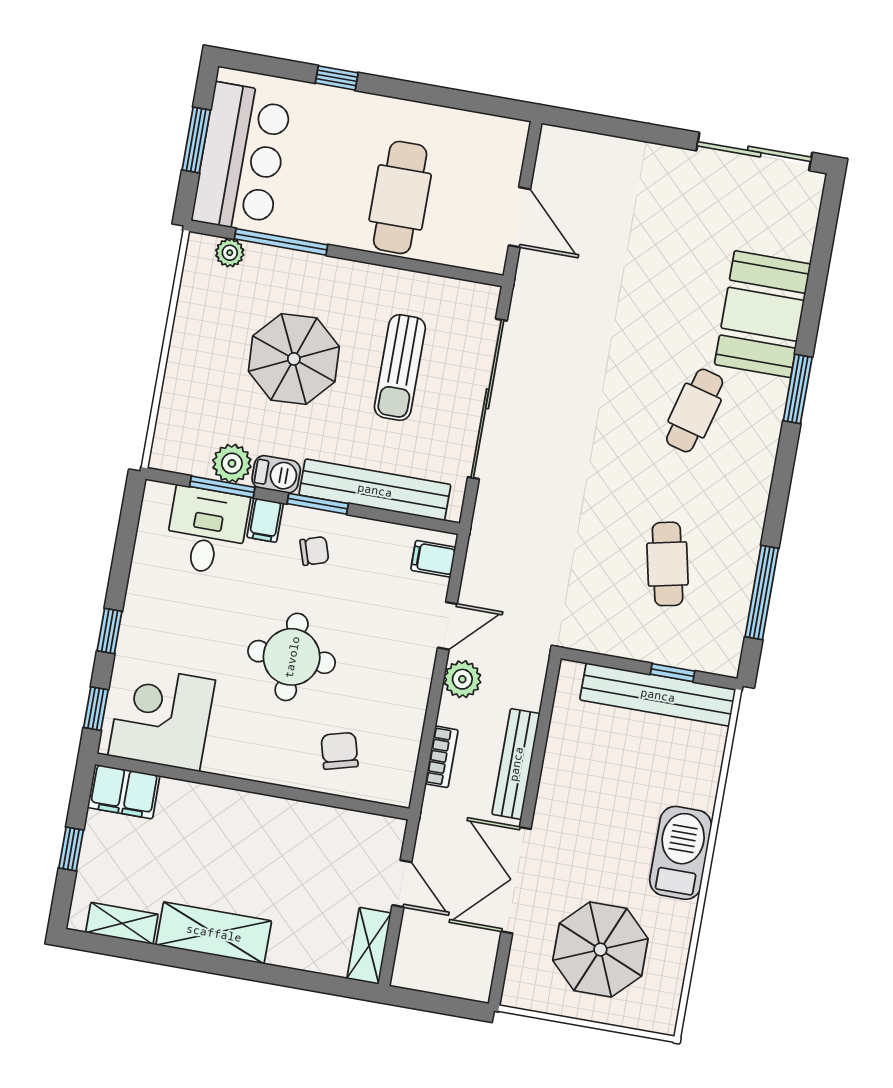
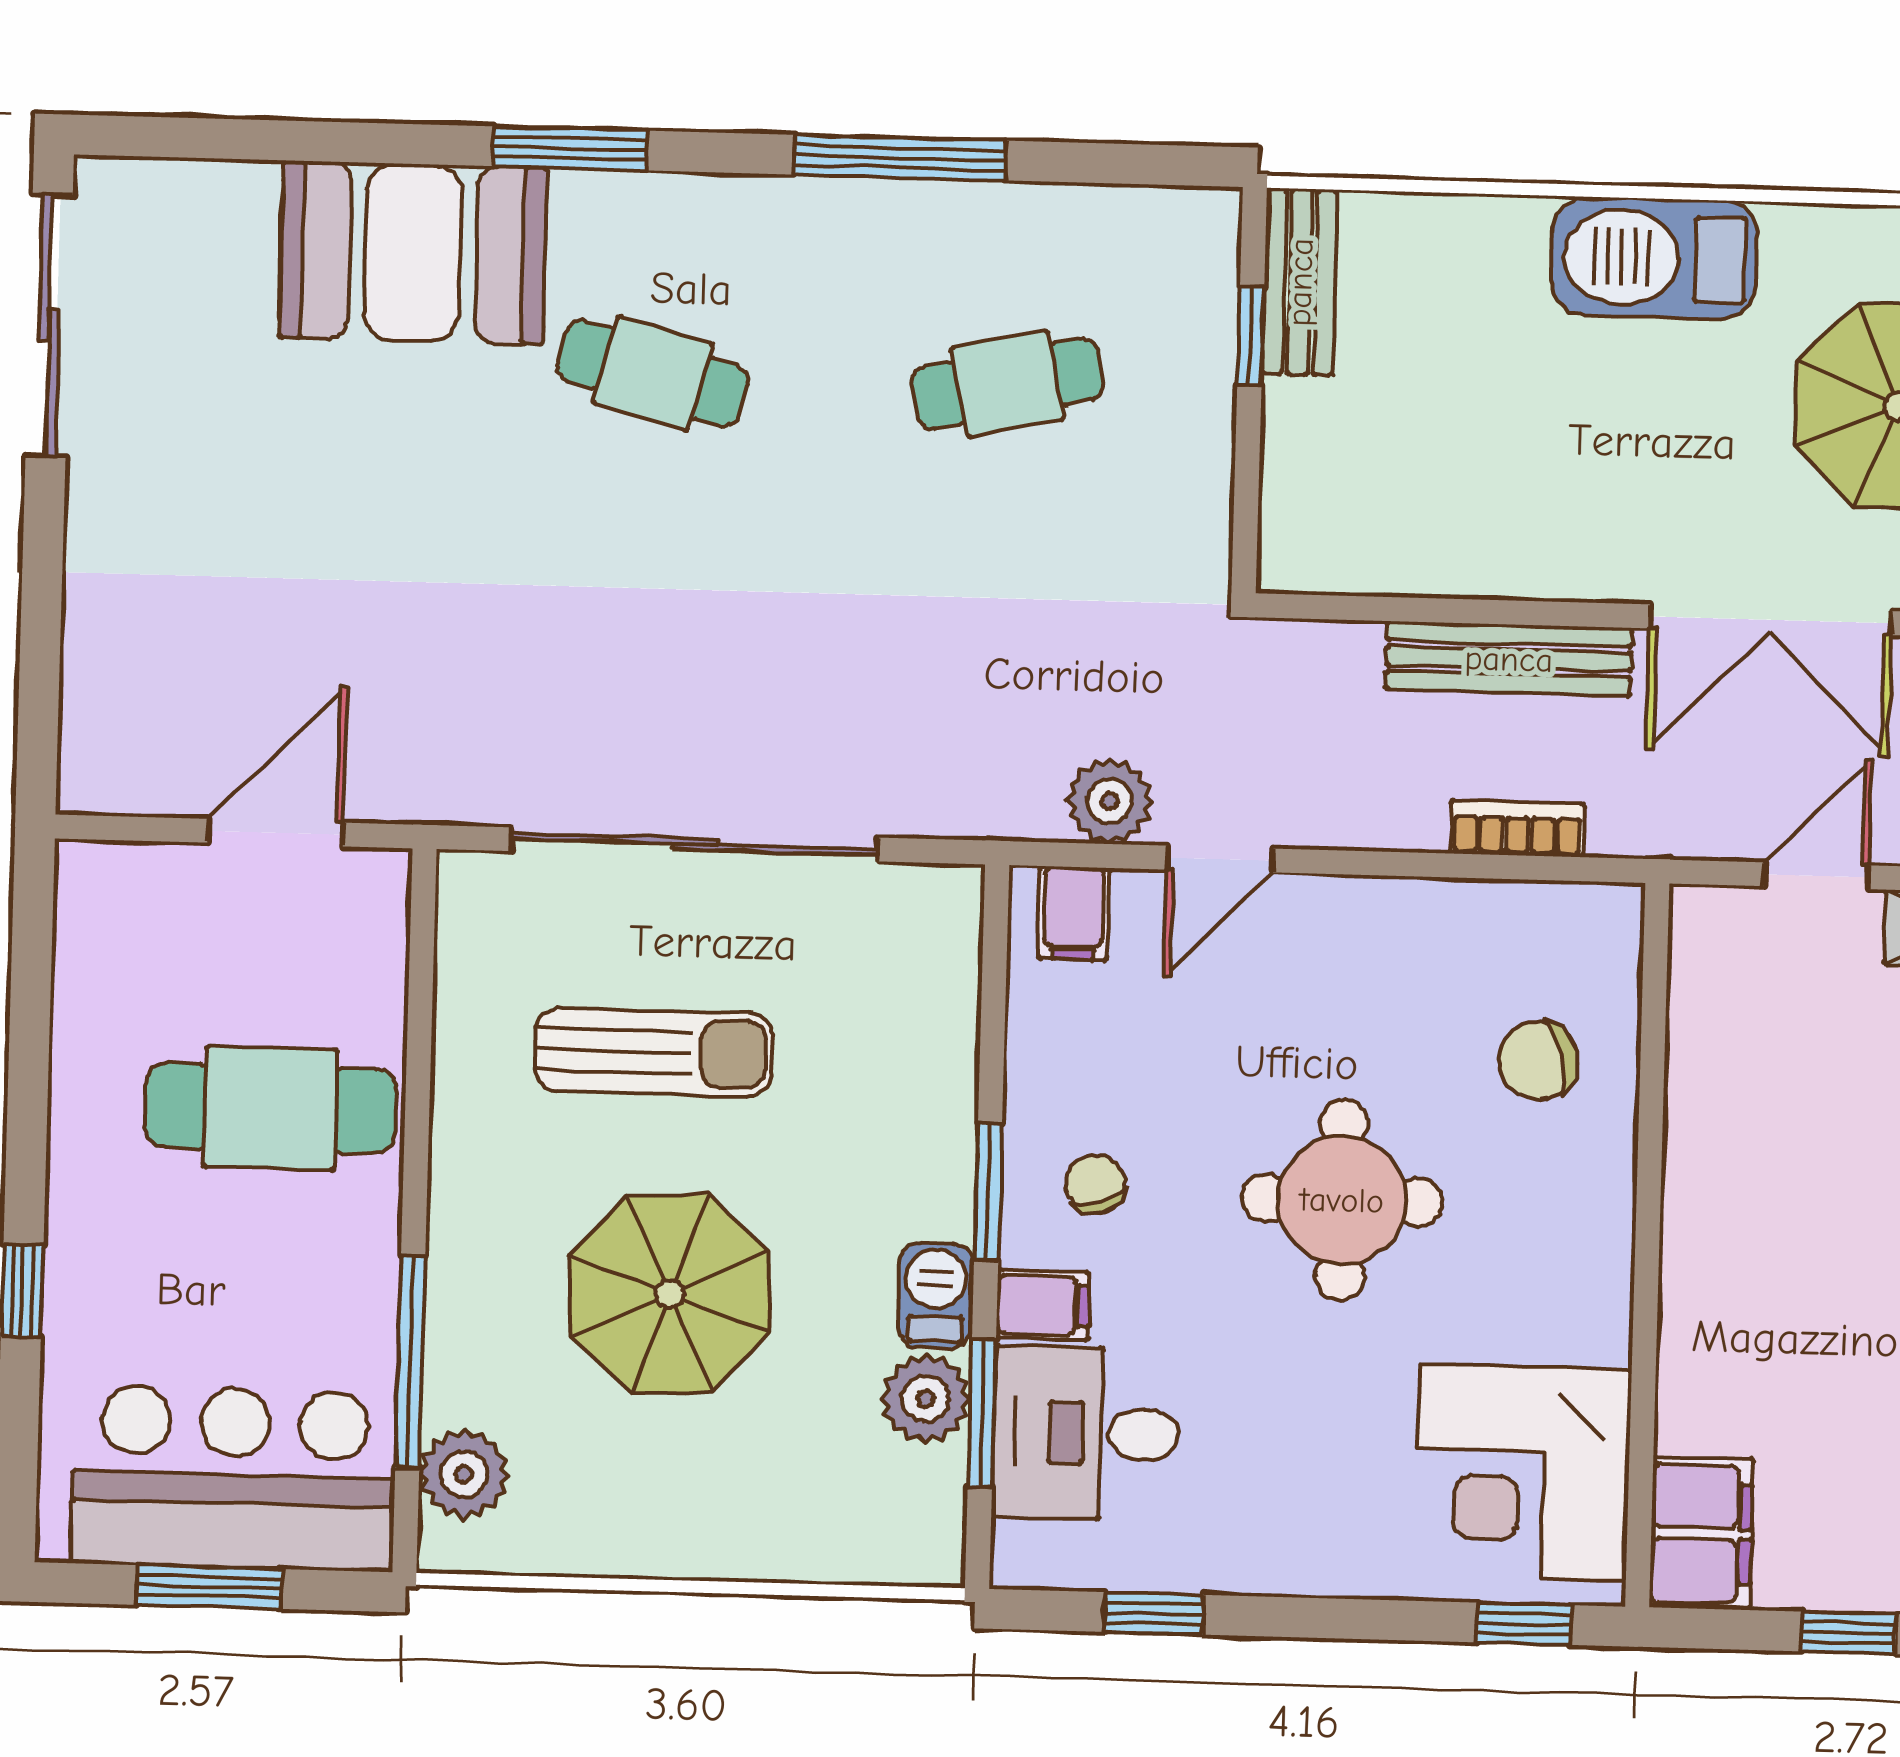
plant: (230, 253) -> (464, 1474), width x1.38, depth x1.38
bench: (375, 490) -> (938, 1068), removed
window: (762, 593) -> (900, 158), moved
door: (447, 626) -> (1220, 859), swing flipped
window: (110, 631) -> (1154, 1613), moved
plant: (462, 679) -> (1110, 801), moved
bench: (658, 695) -> (1300, 282), width x0.54, depth x0.82

